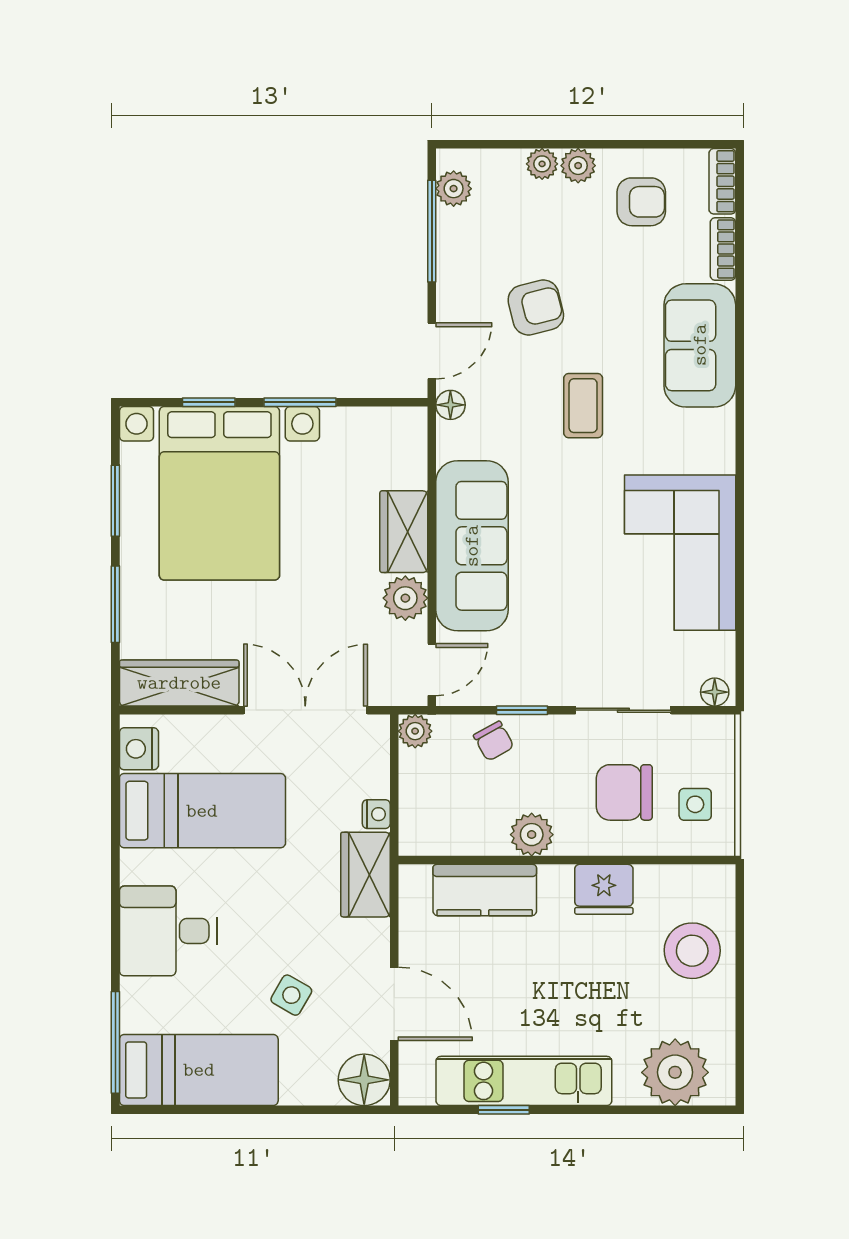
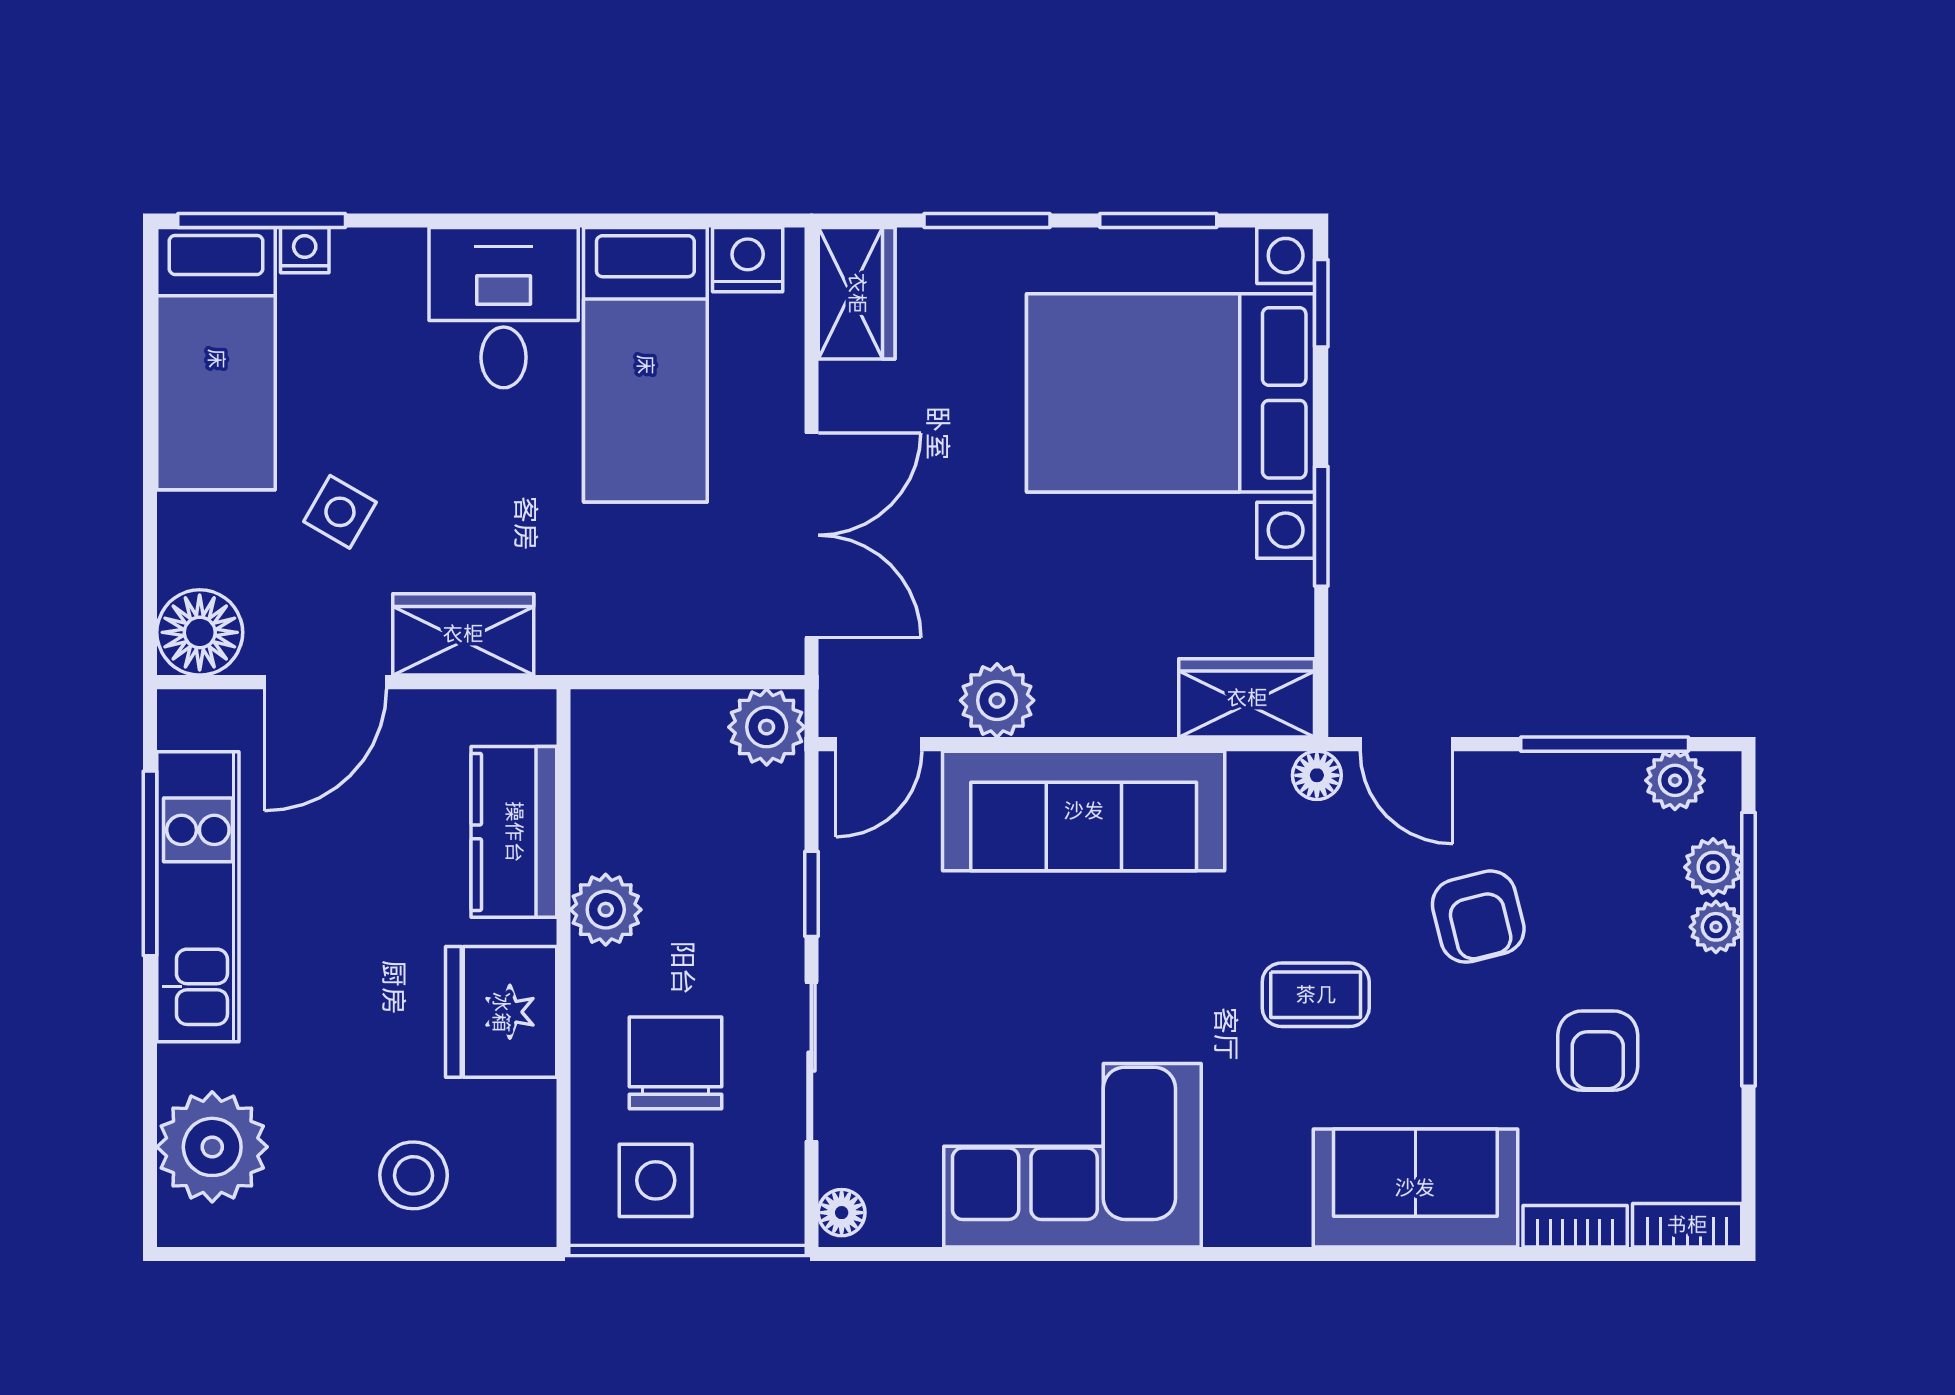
window: (556, 144) -> (1748, 949), added
plant: (578, 166) -> (1713, 867), moved
armchair: (641, 202) -> (1598, 1051), moved
window: (209, 402) -> (1321, 303), moved
wardrobe: (404, 532) -> (1247, 698), moved
door: (432, 670) -> (879, 744), hinge flipped
wardrobe: (179, 683) -> (857, 293), width x0.67
plant: (415, 731) -> (767, 727), width x1.38, depth x1.38
chair: (494, 741) -> (760, 847), removed
side table: (695, 804) -> (656, 1180), width x1.37, depth x1.37
nightstand: (376, 814) -> (305, 250), moved, turned 180
wardrobe: (365, 875) -> (463, 634), moved
fridge: (604, 889) -> (501, 1012), width x1.36, depth x1.34
desk: (168, 931) -> (504, 308), moved
stool: (692, 951) -> (414, 1175), width x0.73, depth x0.73
window: (504, 1110) -> (150, 863), width x2.17

